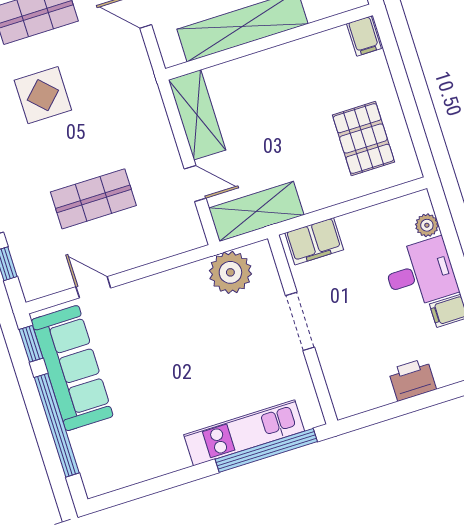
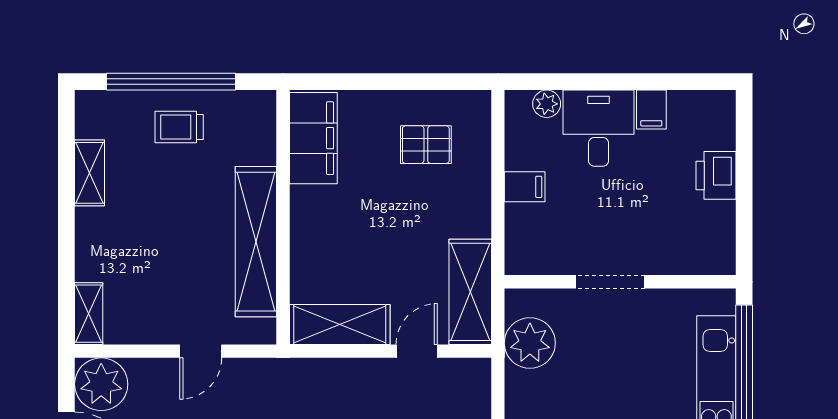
filing cabinet: (364, 36) -> (313, 138), width x3.00, depth x1.17
pallet: (363, 139) -> (426, 145), width x0.67, depth x0.71
filing cabinet: (314, 241) -> (525, 187), moved, width x0.50

